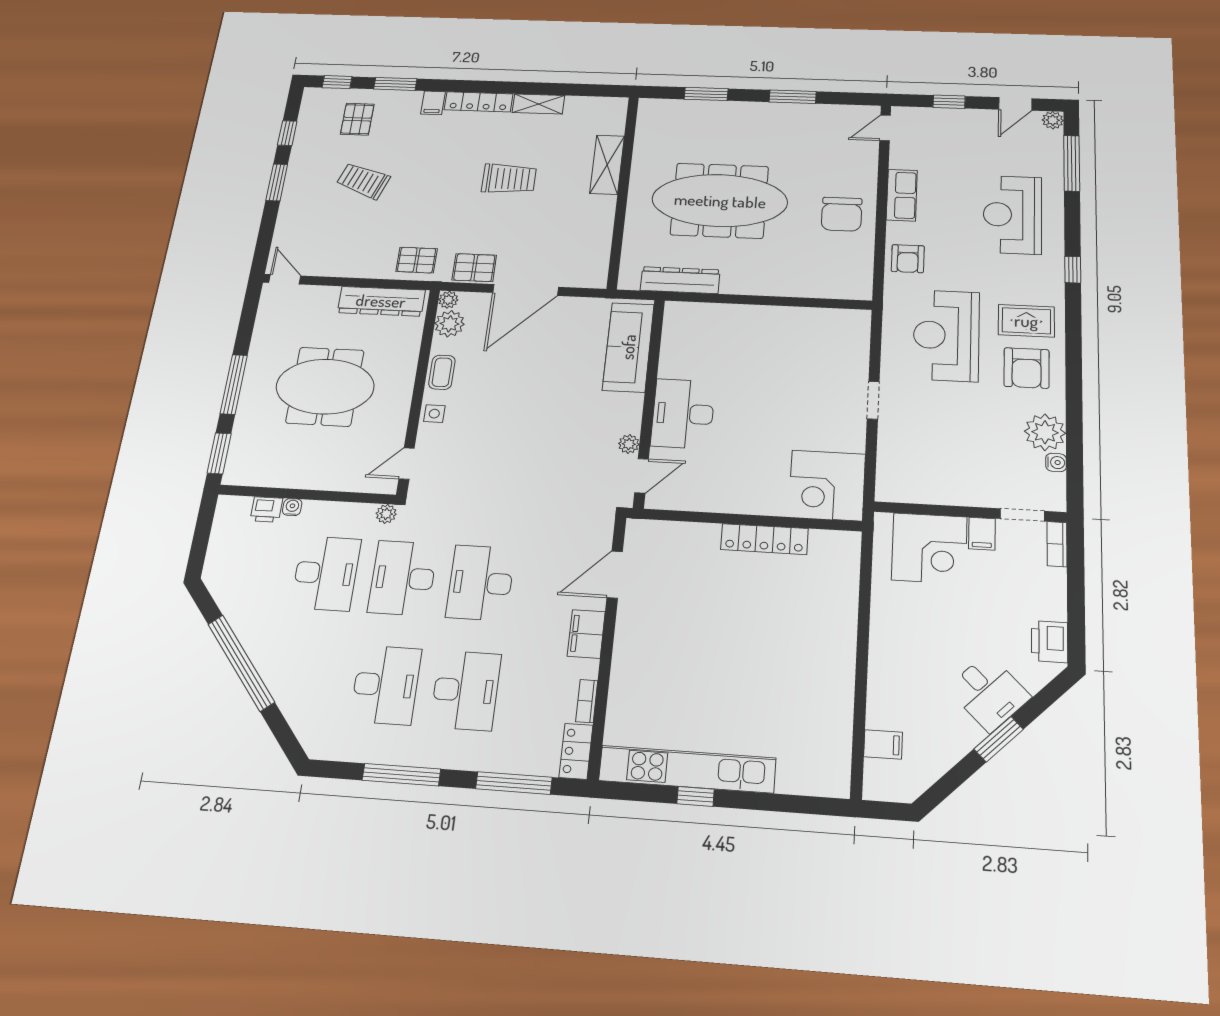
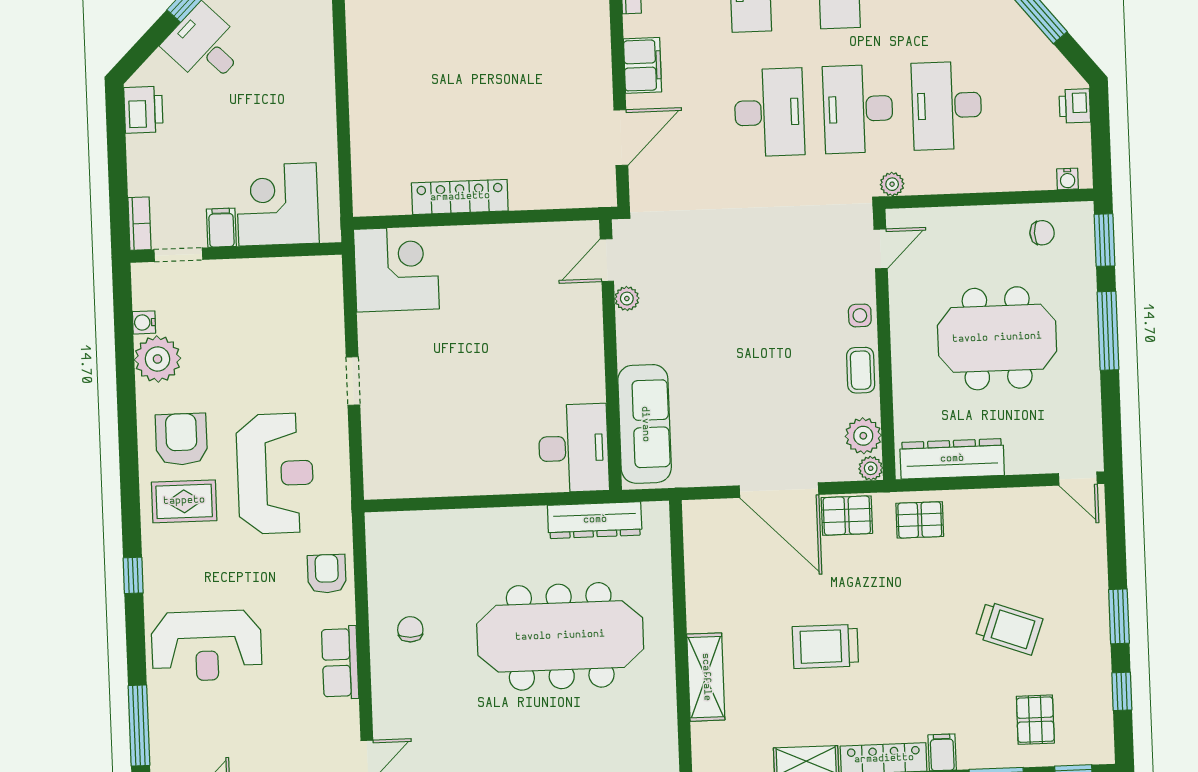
chair: (842, 214) -> (410, 629), width x0.54, depth x0.54
reception desk: (1012, 215) -> (207, 646), turned 90
door: (526, 290) -> (779, 490), swing flipped
desk: (683, 414) -> (574, 448), moved
chair: (269, 464) -> (1042, 233), added
water cooler: (292, 507) -> (1068, 179), moved
printer: (266, 509) -> (1075, 106), moved, turned -90
desk: (403, 578) -> (858, 109), turned 180

